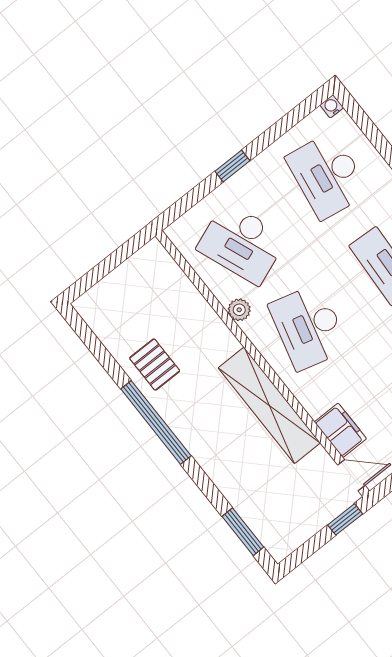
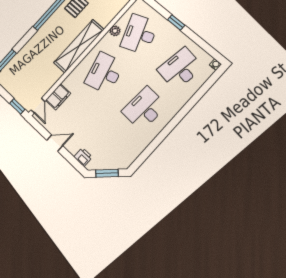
plant: (239, 310) -> (115, 31), moved
desk: (309, 327) -> (105, 73), turned -30
shelving: (269, 405) -> (79, 46), moved

